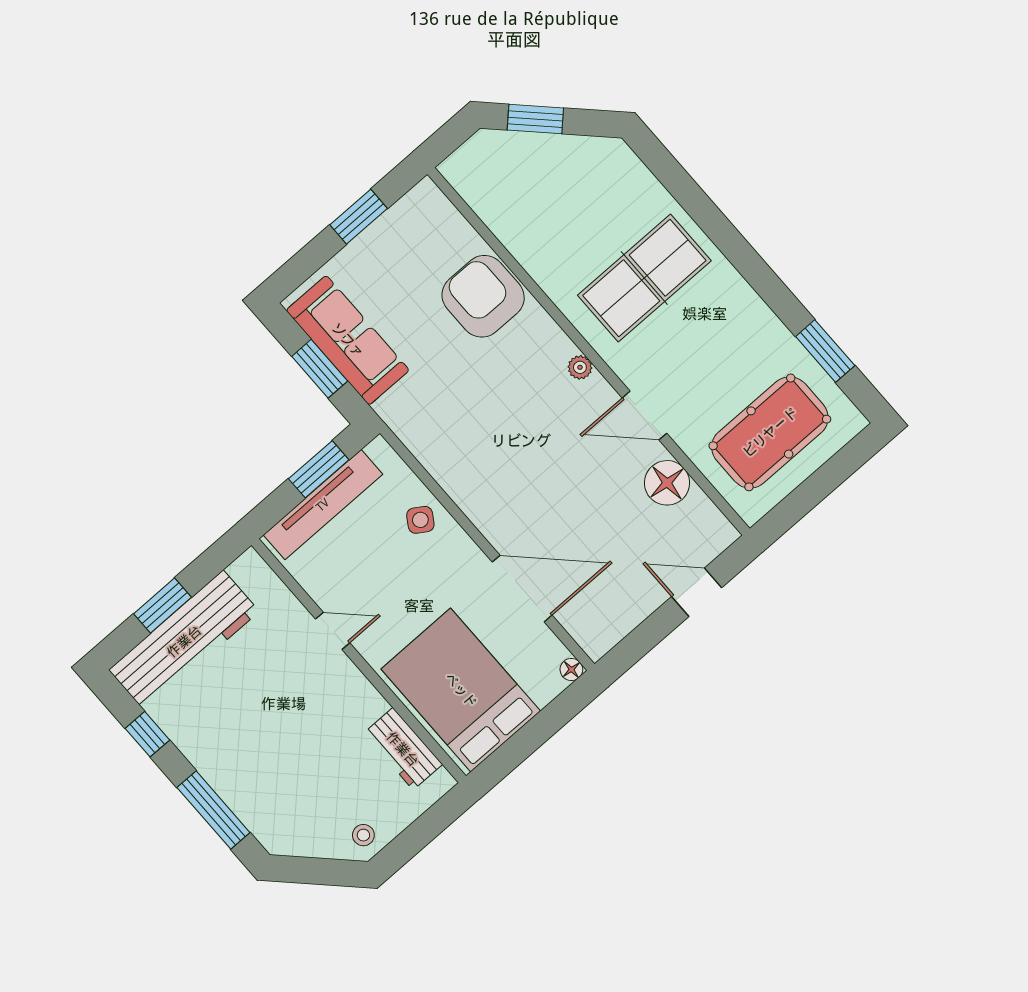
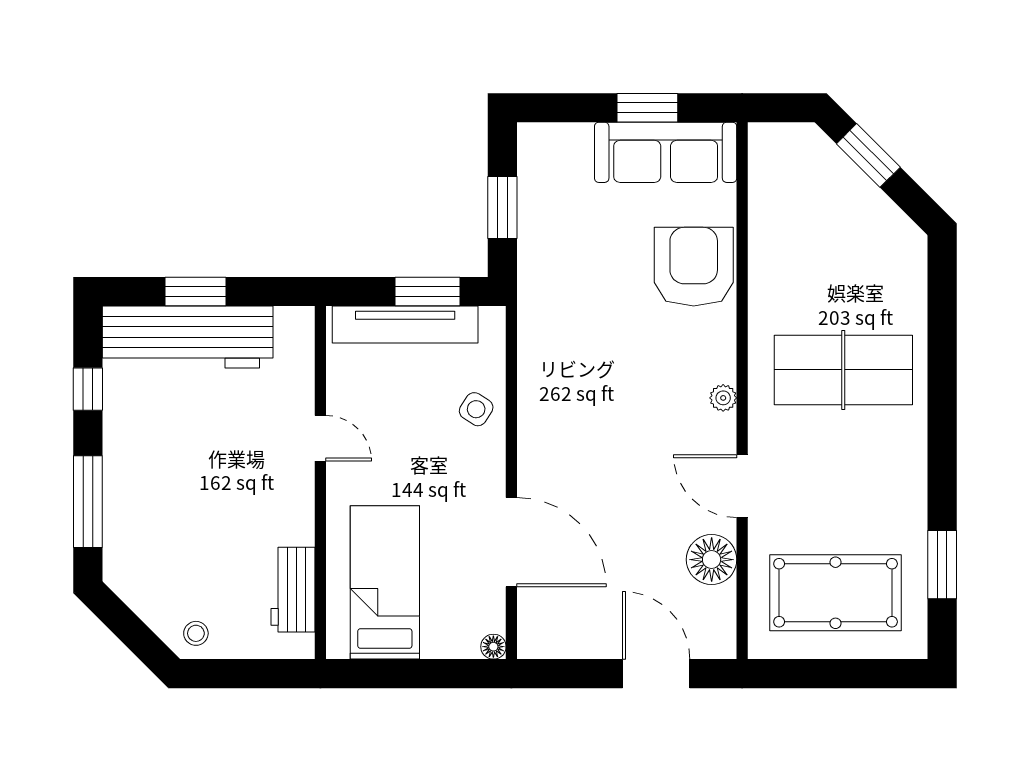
sofa: (348, 340) -> (666, 152), moved, turned 90
door: (697, 592) -> (656, 674), width x1.38
bed: (461, 690) -> (385, 582), width x0.67

